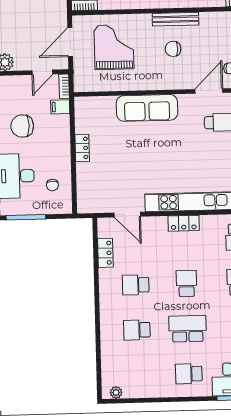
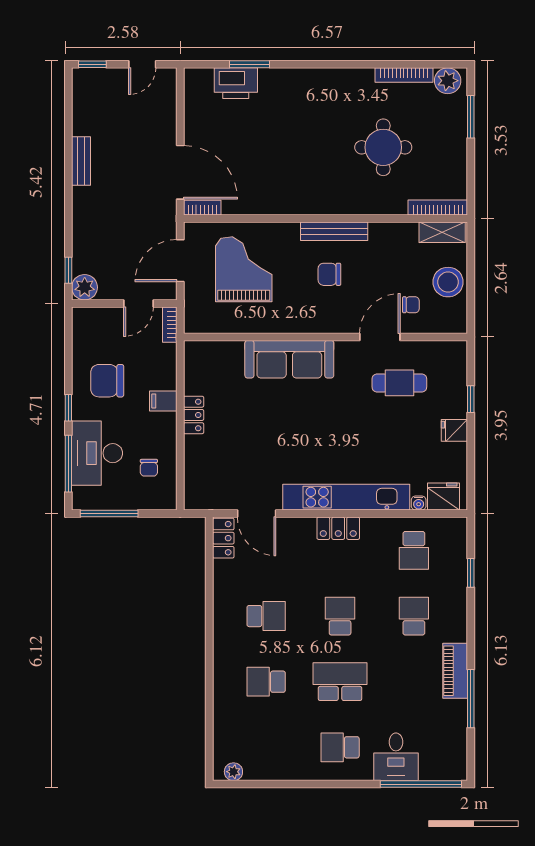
filing cabinet: (60, 107) -> (163, 401), moved
locker: (105, 253) -> (223, 538), moved
school desk: (136, 285) -> (266, 616), turned 180

